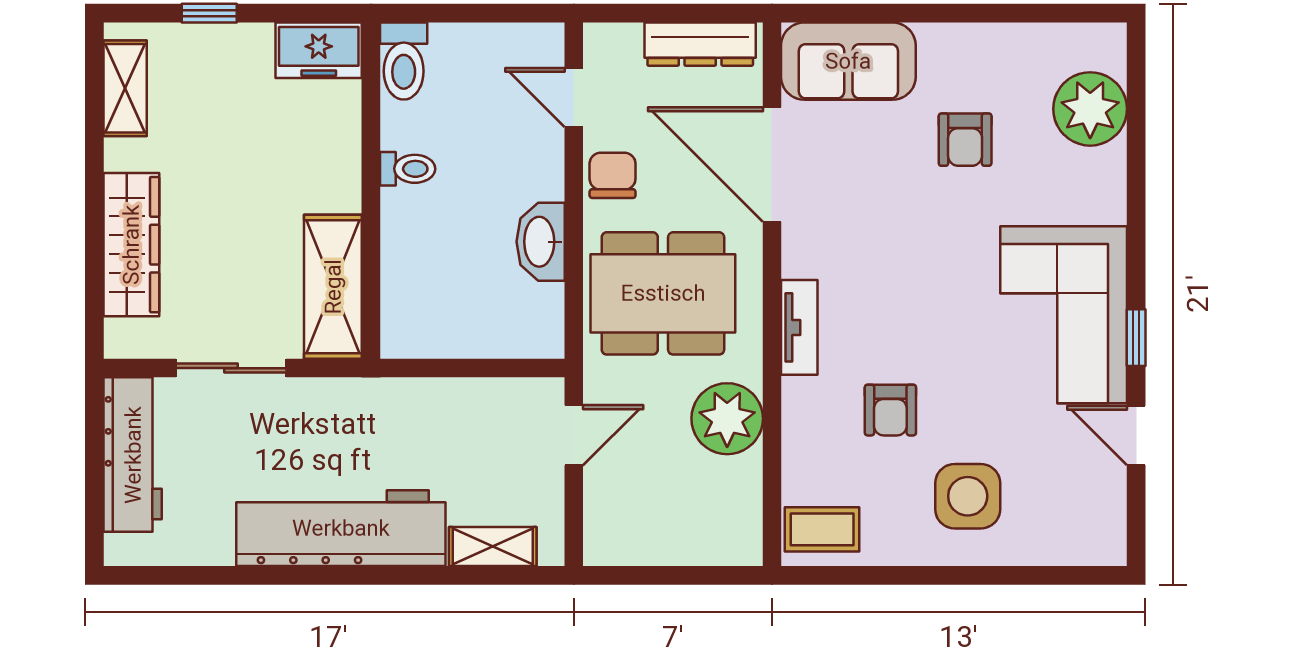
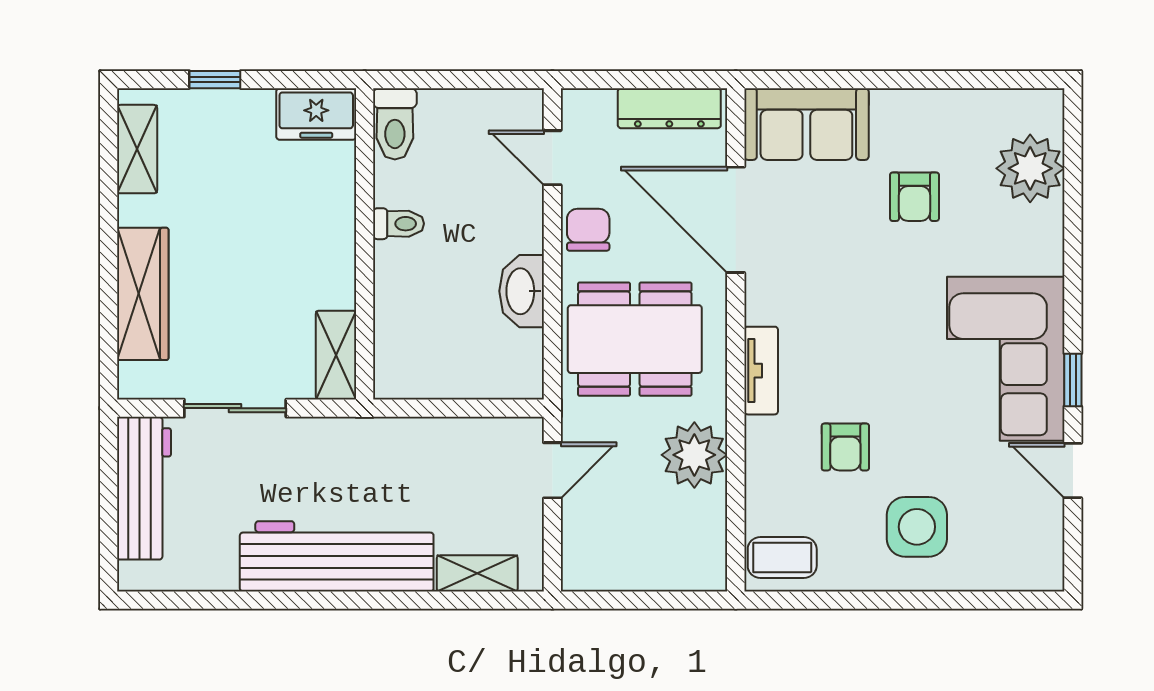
shelving: (333, 287) -> (336, 355), width x0.67, depth x0.75

